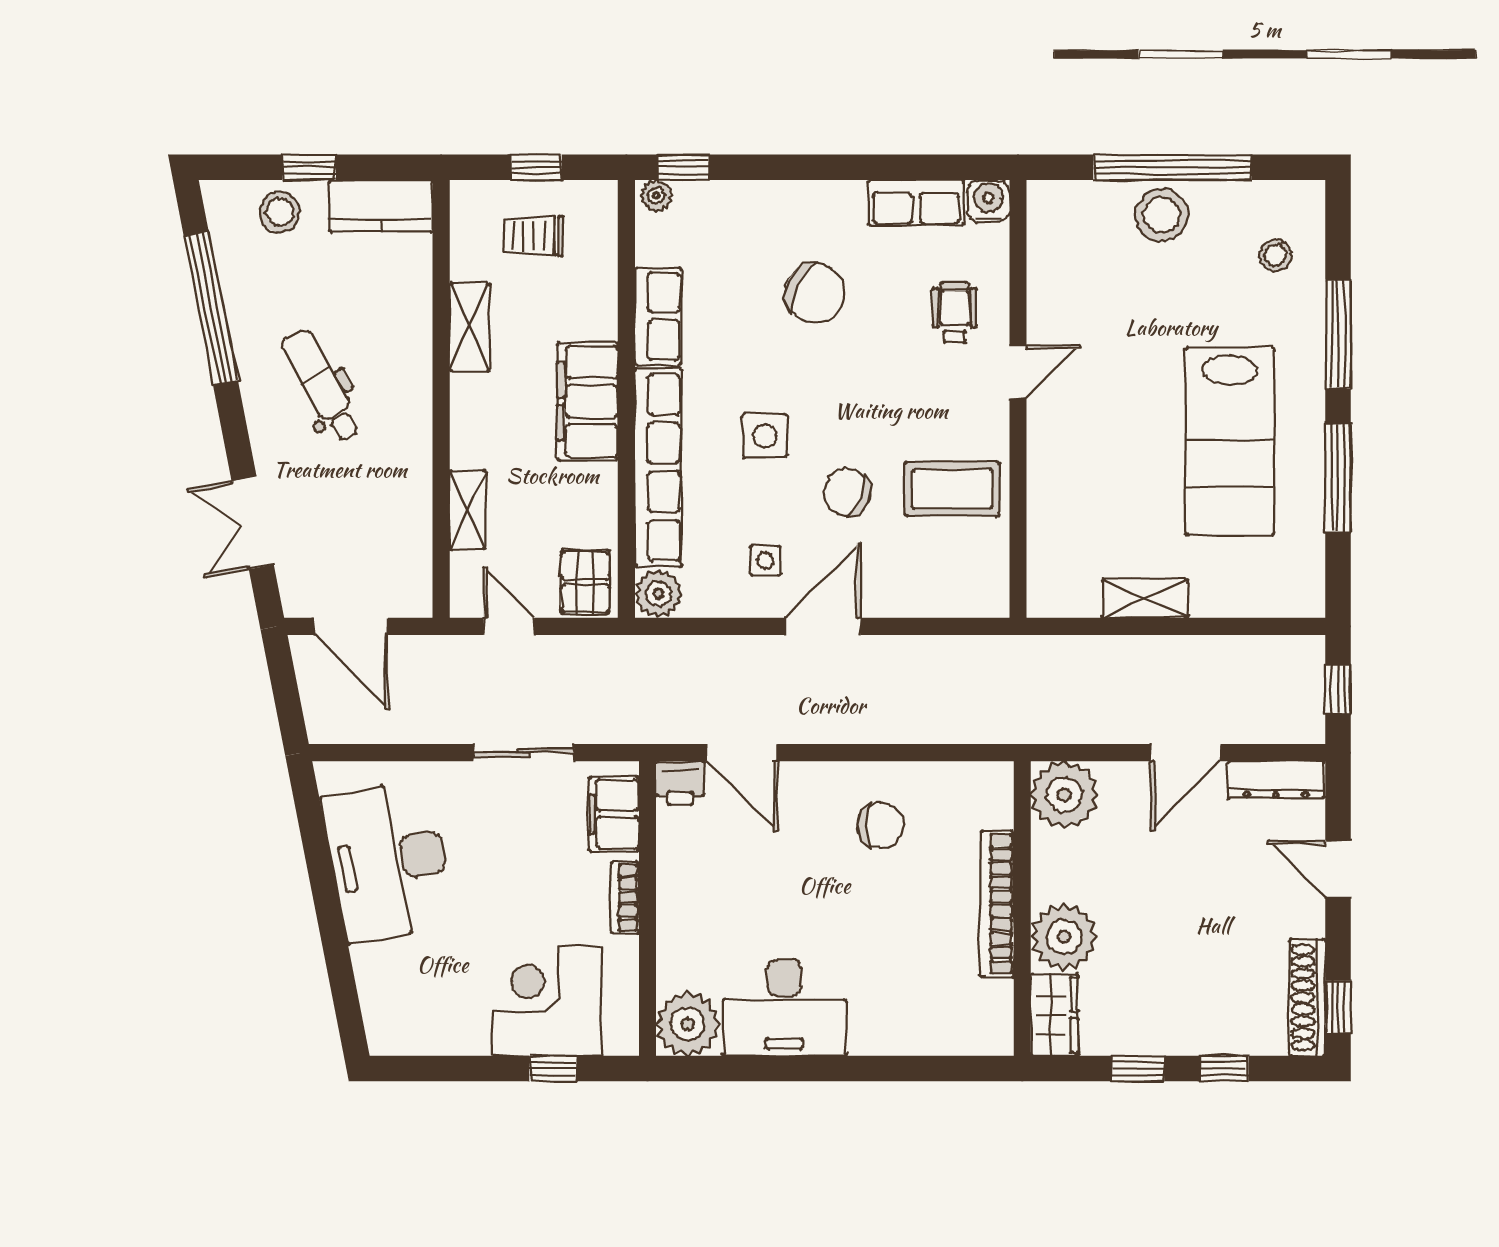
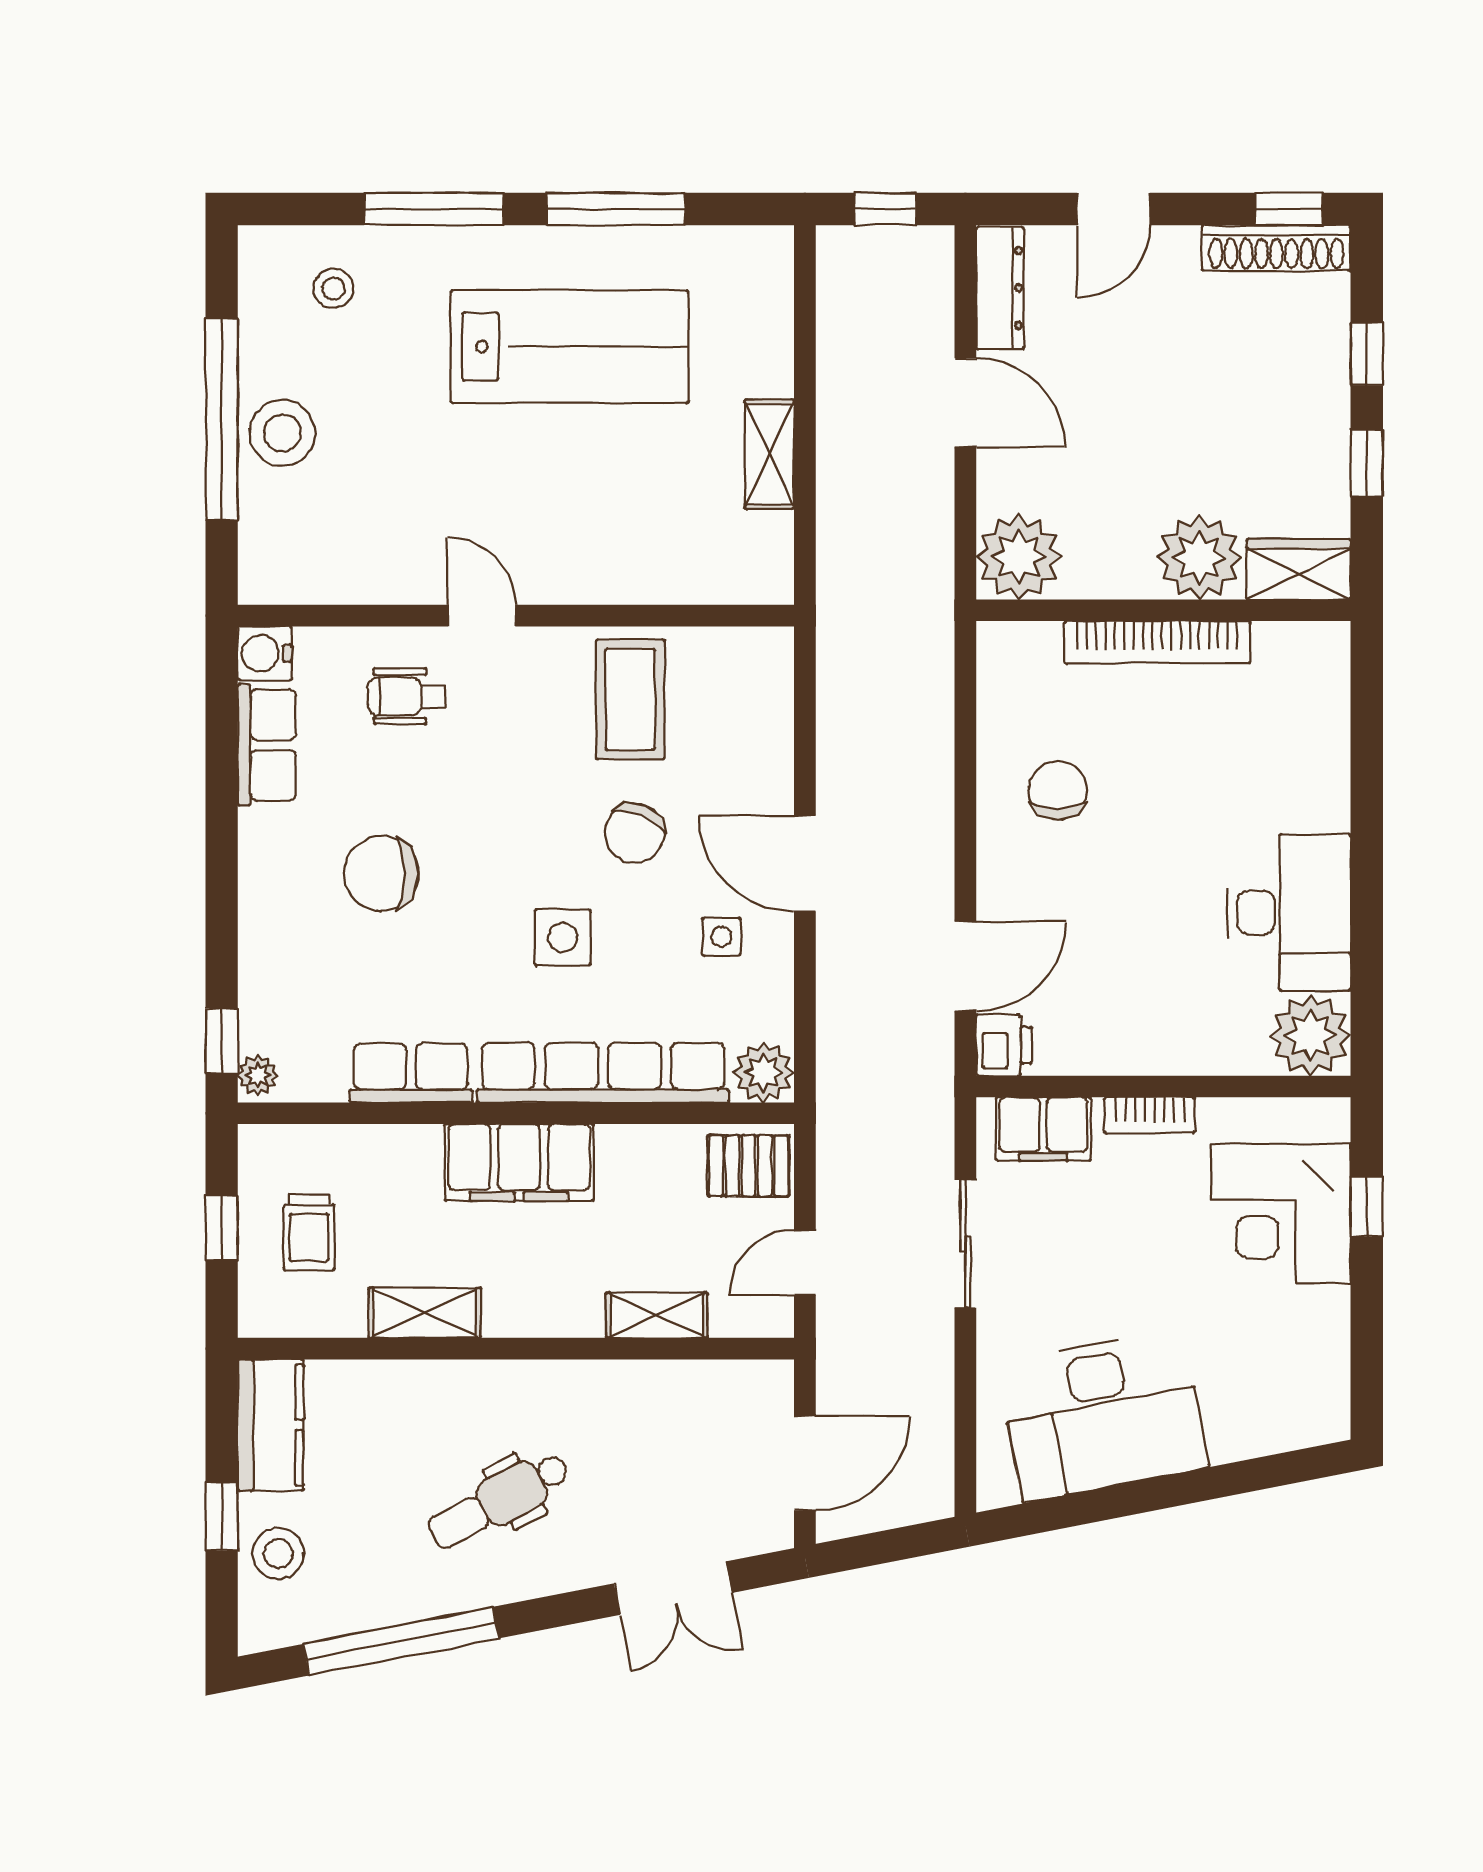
chair: (815, 293) -> (381, 874), turned -117

